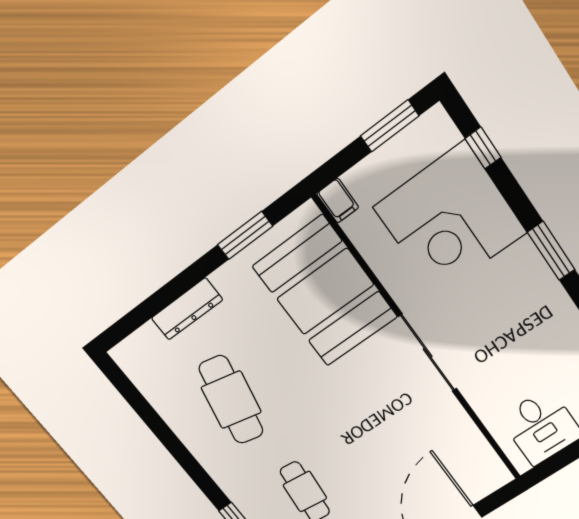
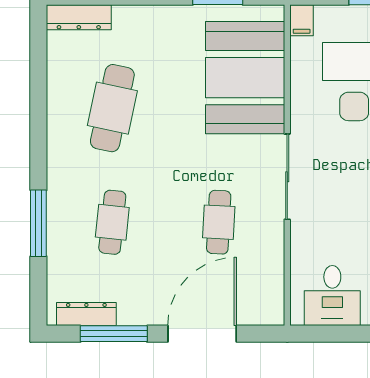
dresser: (187, 309) -> (79, 17), moved
cafe table: (395, 432) -> (219, 222), added

